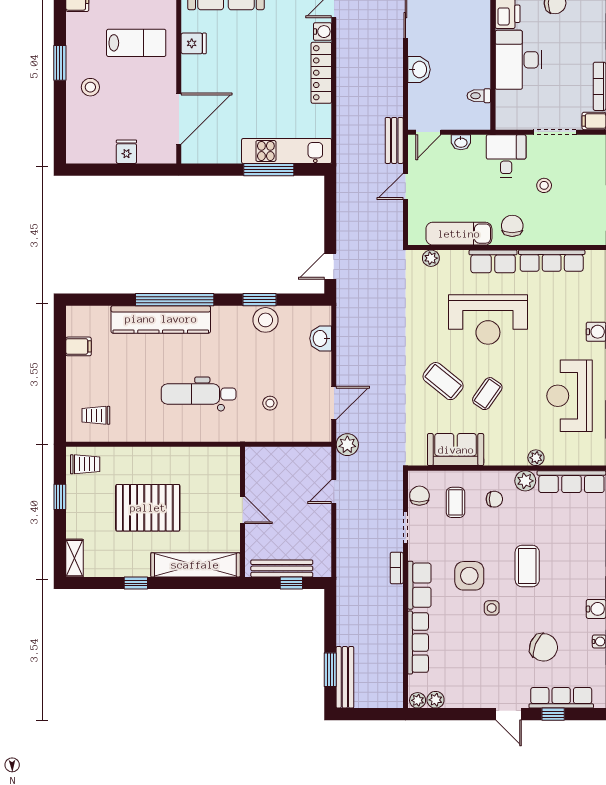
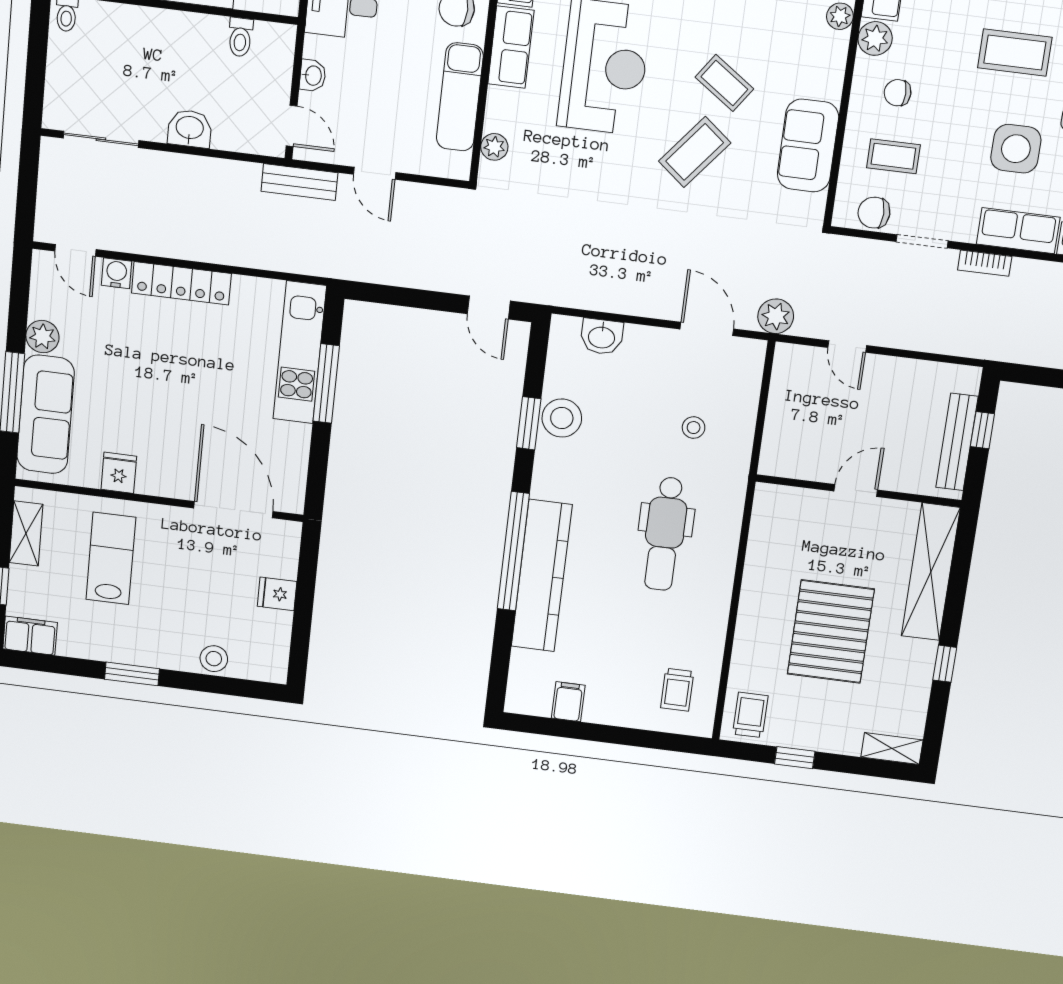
stool: (90, 87) -> (214, 659), moved
chair: (494, 499) -> (898, 93), turned -90

